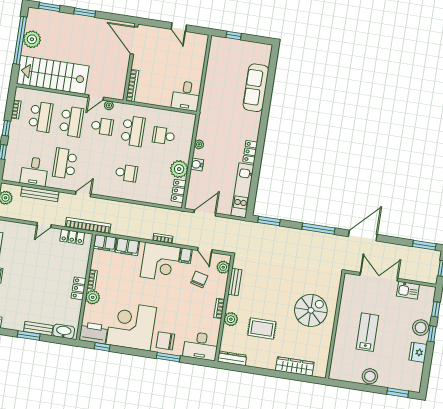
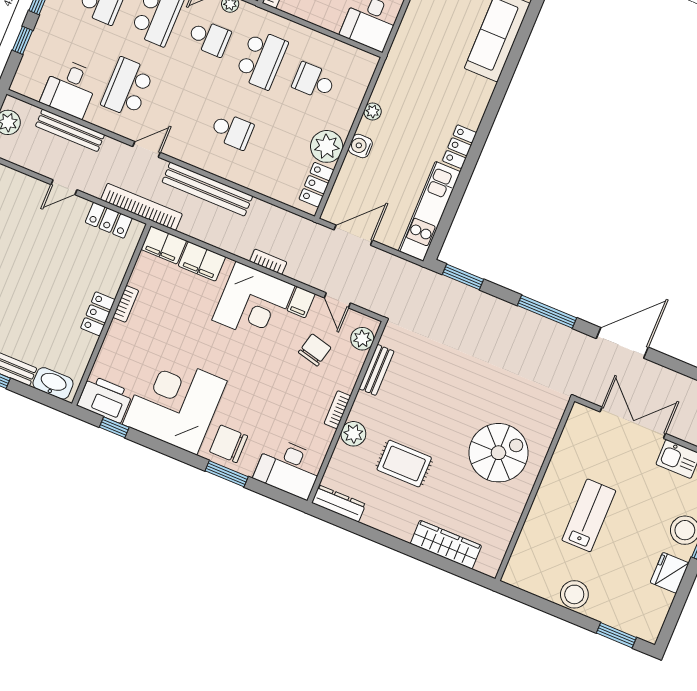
bench: (121, 207) -> (207, 189), added
plant: (93, 297) -> (119, 336), removed

